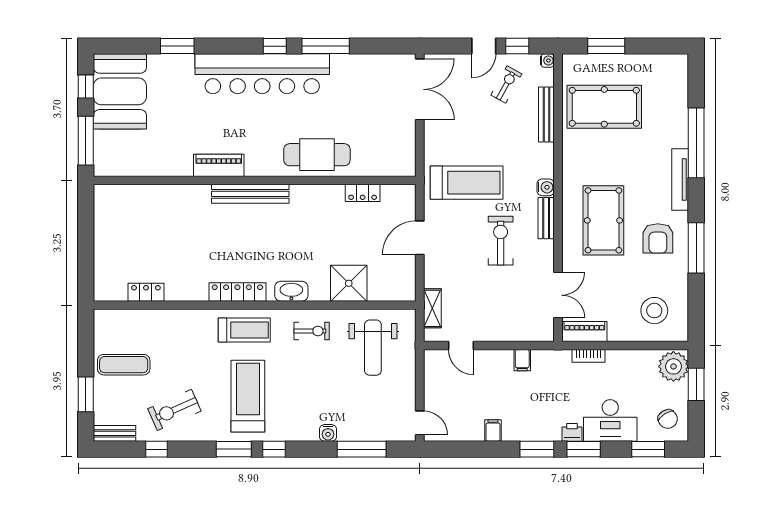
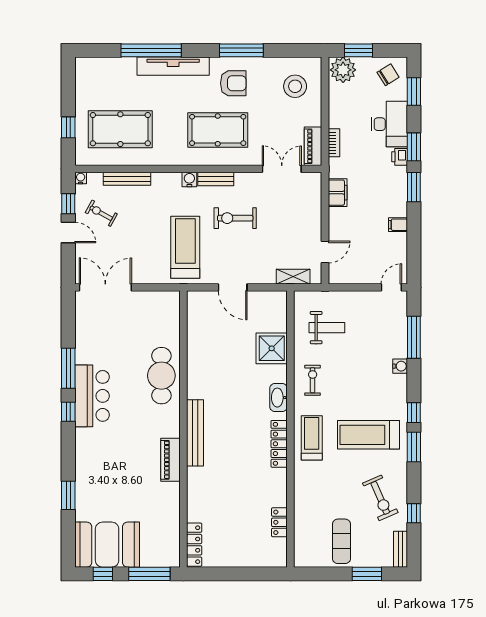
window: (606, 46) -> (68, 127), width x0.67
bar counter: (262, 74) -> (92, 396), width x0.54
pool table: (604, 107) -> (120, 129), turned 90
tv unit: (680, 179) -> (173, 66), width x1.36, depth x1.29
locker: (363, 193) -> (194, 545), moved, width x1.53
weight bench: (373, 348) -> (327, 328), width x0.73, depth x0.75
filing cabinet: (522, 360) -> (338, 193), width x2.00

